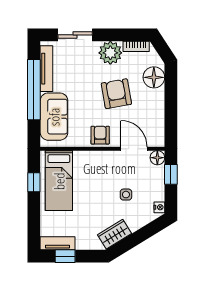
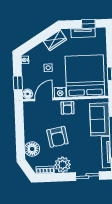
door: (134, 149) -> (44, 99), swing flipped
nightstand: (110, 158) -> (60, 92), added
bed: (59, 181) -> (85, 76), width x2.04
tv unit: (58, 243) -> (83, 33), moved

